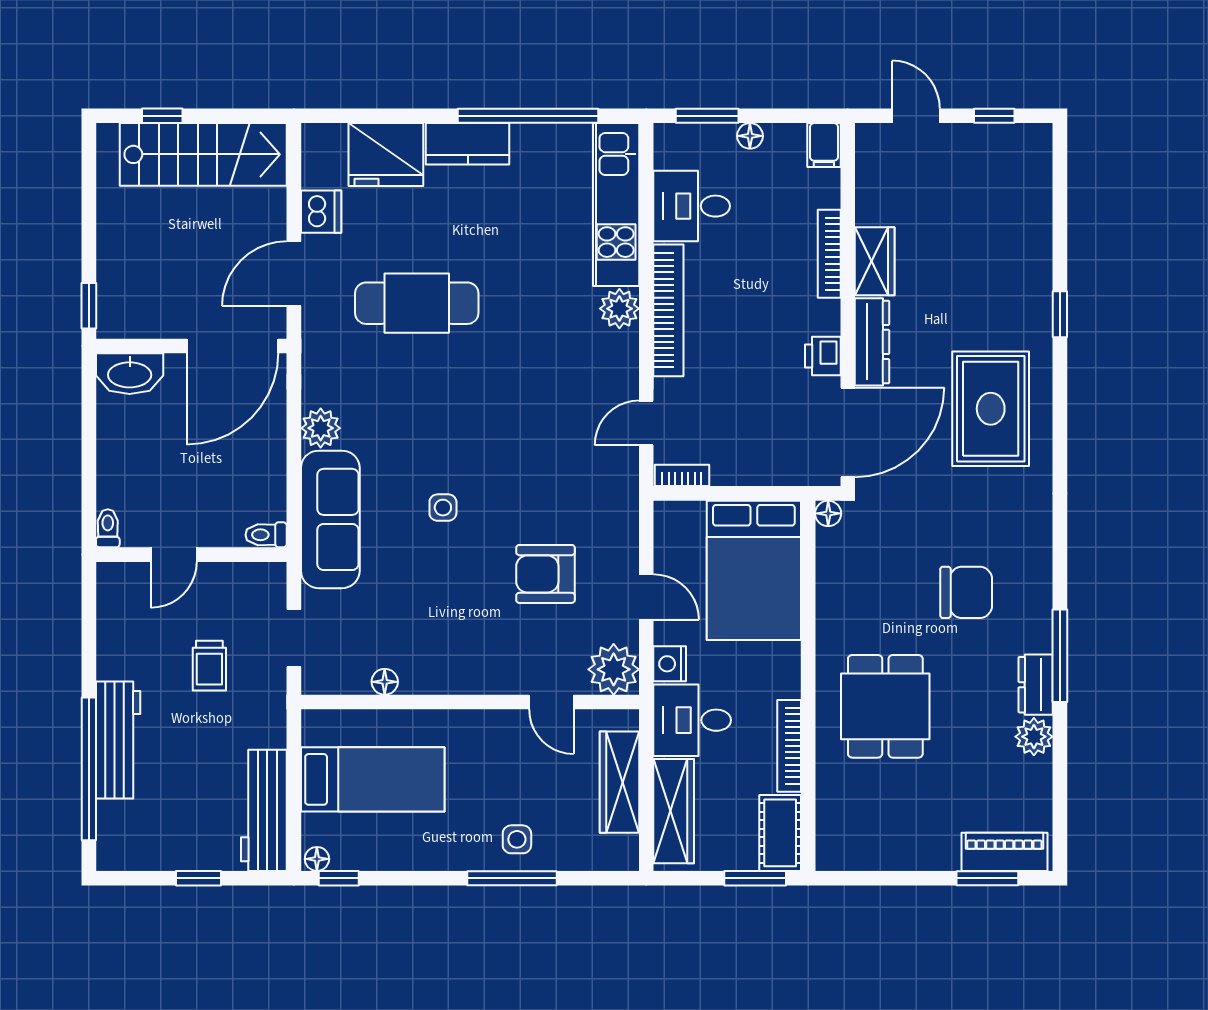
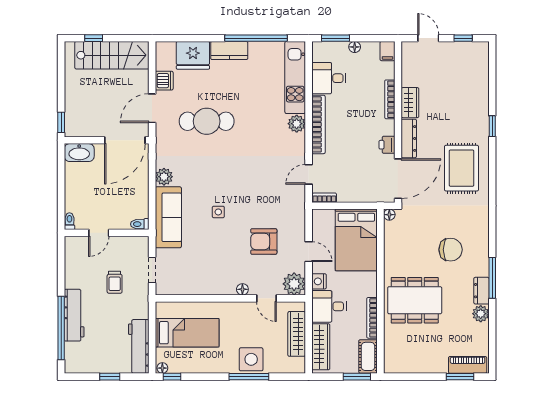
floor lamp: (385, 682) -> (242, 289), moved
dining table: (885, 706) -> (415, 300), width x1.38
side table: (517, 839) -> (251, 359), width x1.87, depth x1.87

